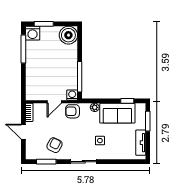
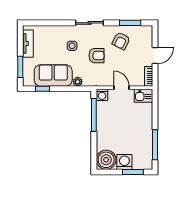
washing machine: (33, 33) -> (124, 162), moved
kitchen sink: (34, 94) -> (143, 96), added
door: (54, 102) -> (121, 88), hinge flipped
armchair: (73, 111) -> (96, 56), moved
door: (23, 132) -> (155, 55), hinge flipped

